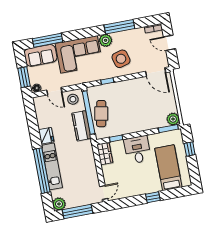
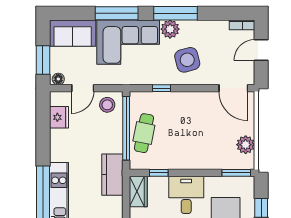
window: (119, 27) -> (175, 13), moved
window: (48, 40) -> (117, 13), moved
door: (169, 43) -> (261, 50), hinge flipped
door: (54, 91) -> (83, 88), hinge flipped
plant: (173, 119) -> (246, 145), moved
kitchen counter: (81, 126) -> (112, 175), moved
fridge: (46, 136) -> (59, 117), moved

